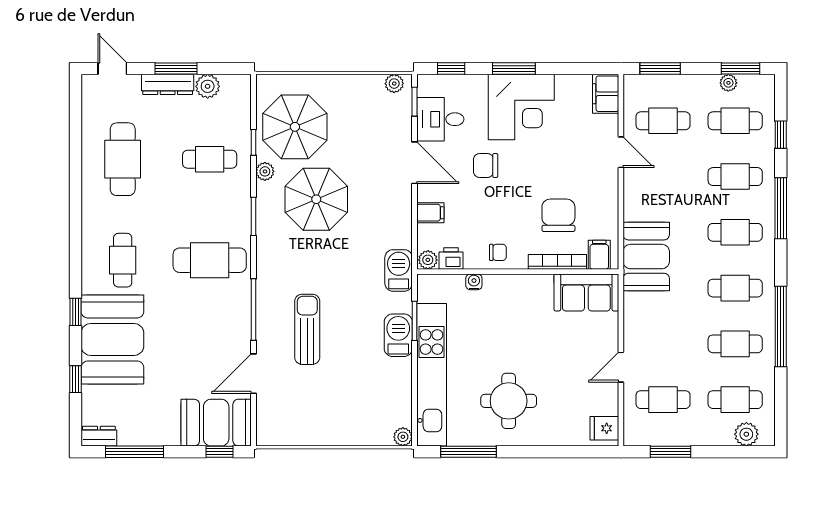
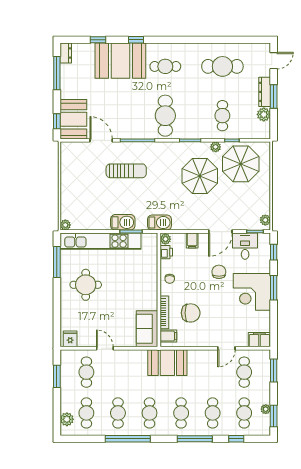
water cooler: (474, 282) -> (153, 265), removed

